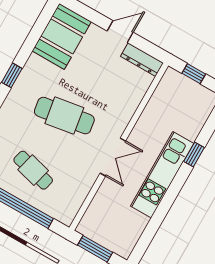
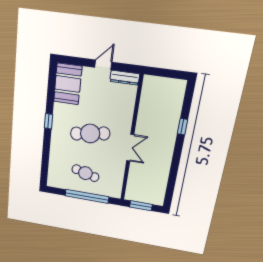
window: (194, 74) -> (163, 73), removed
kitchen unit: (162, 175) -> (166, 147), removed

